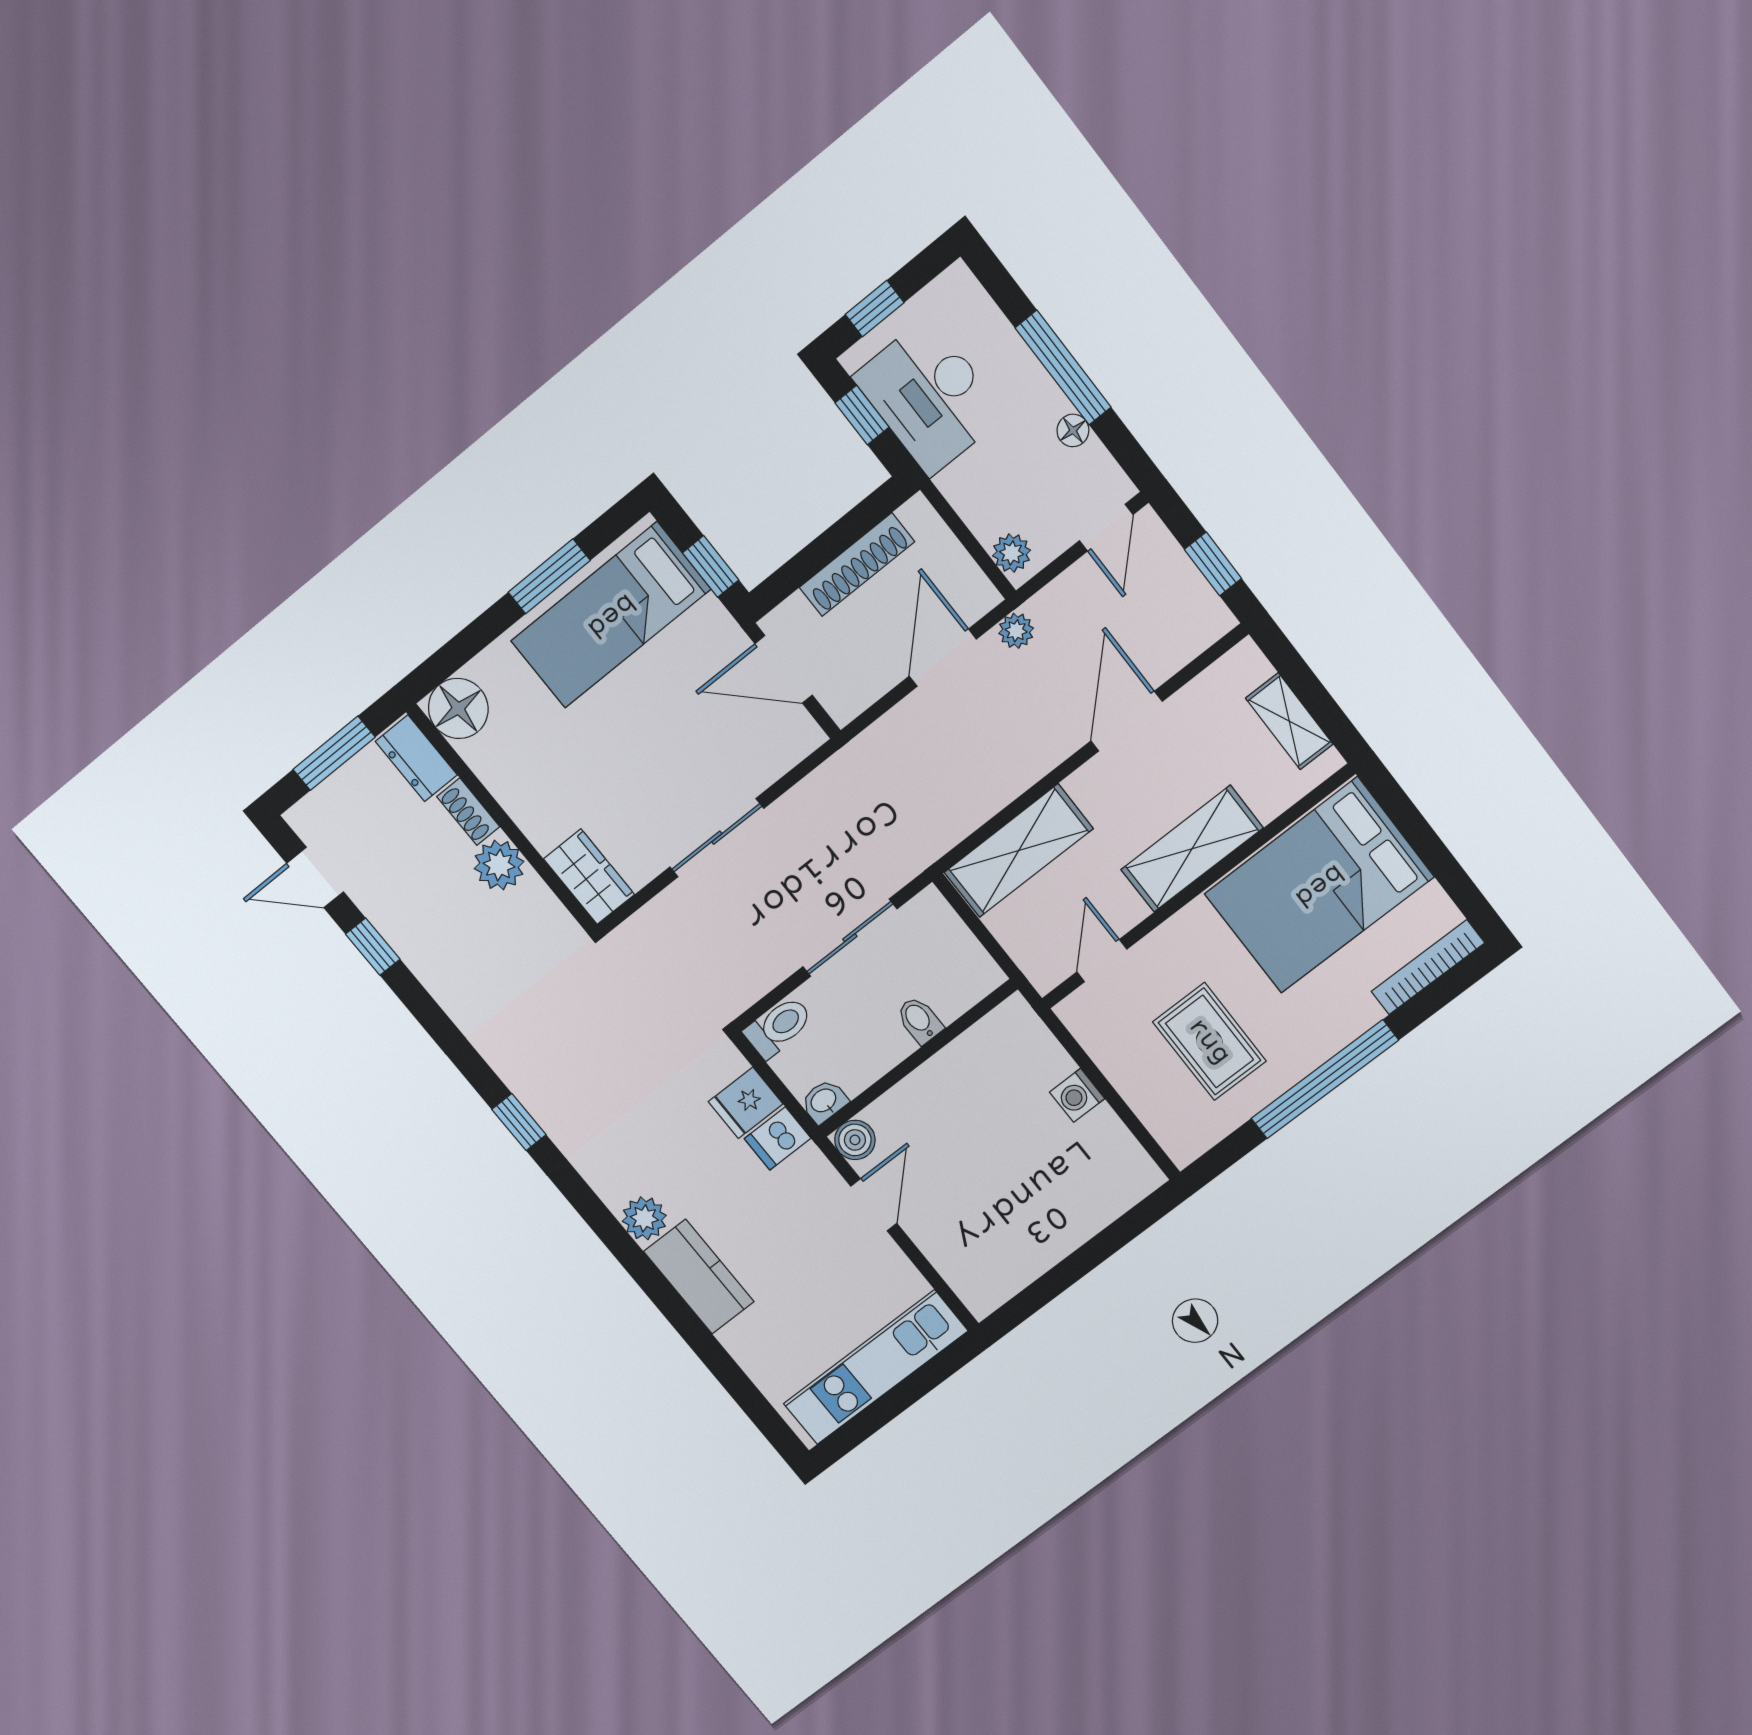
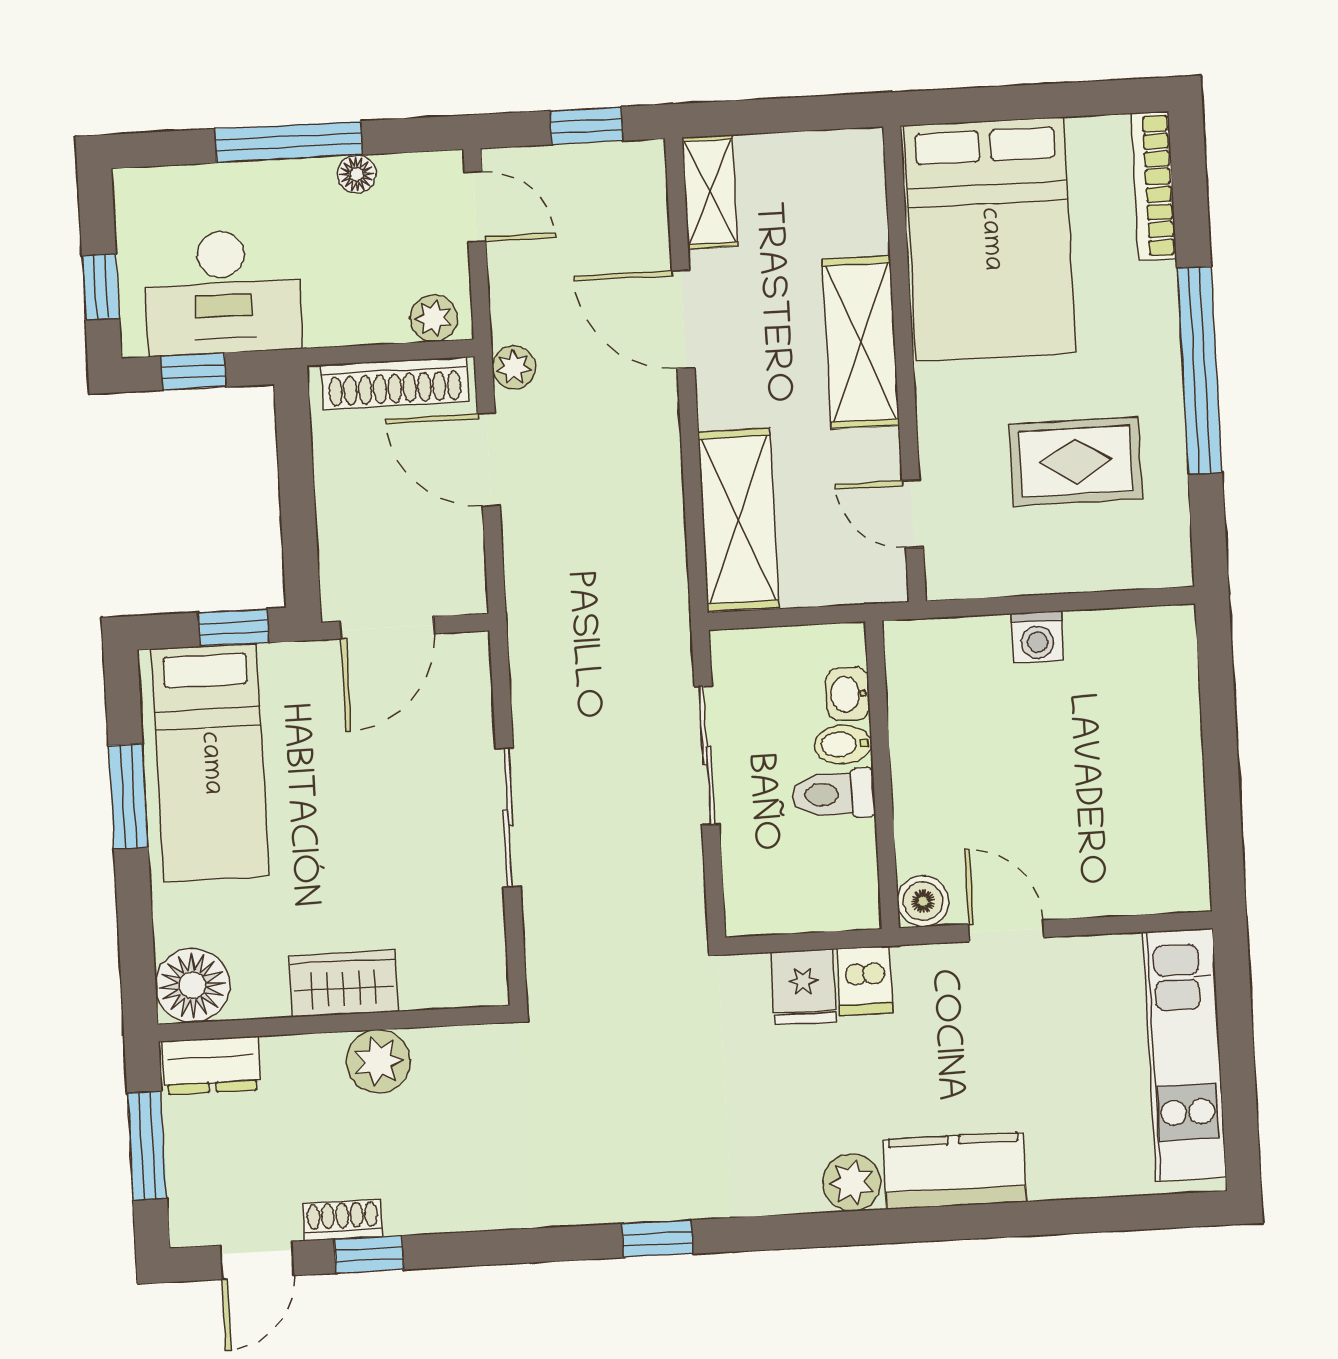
shoe rack: (857, 565) -> (395, 383), moved, turned 90
shelving: (1289, 721) -> (710, 192), moved, turned 90
shoe rack: (468, 812) -> (342, 1220), moved, turned 180
wardrobe: (589, 877) -> (343, 984), moved
toilet: (779, 1027) -> (833, 794), moved, turned -90
washbasin: (824, 1101) -> (848, 694), moved

